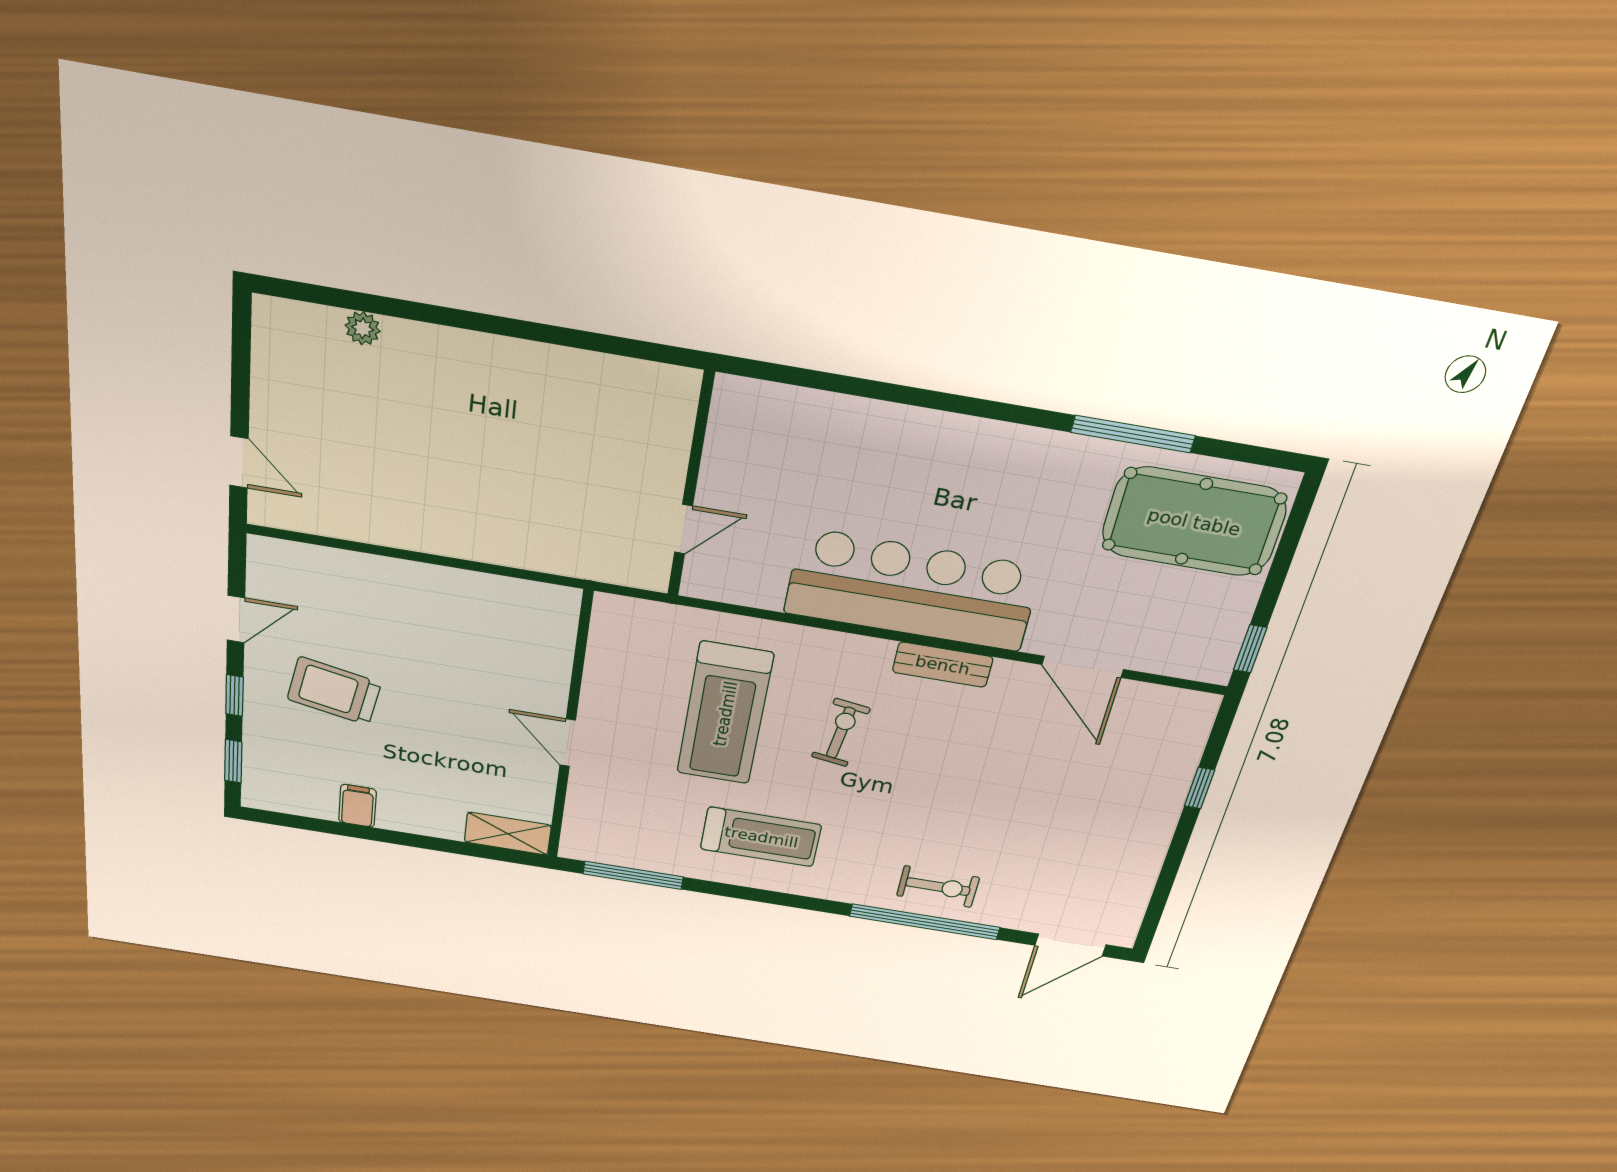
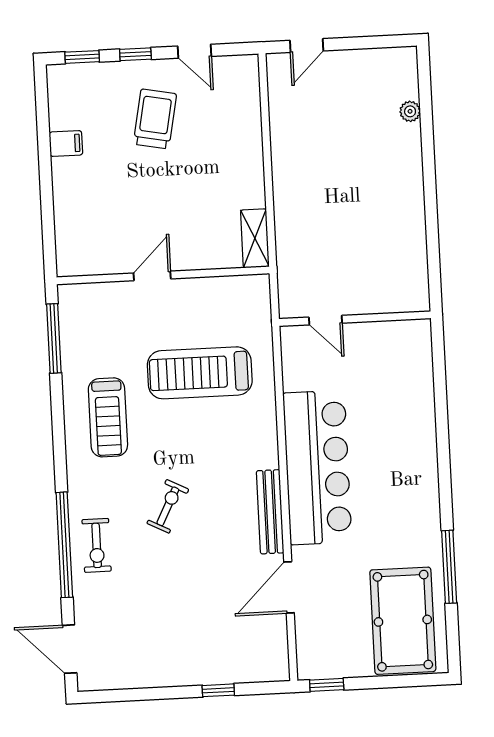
bench: (943, 665) -> (270, 512), width x1.36
exercise bike: (841, 733) -> (168, 506), moved, turned -71
shelving: (508, 834) -> (255, 238), moved

